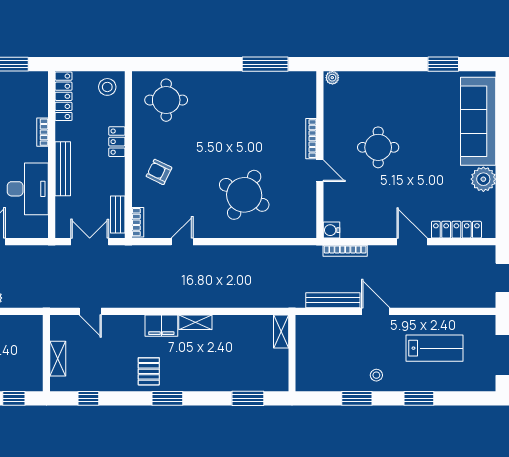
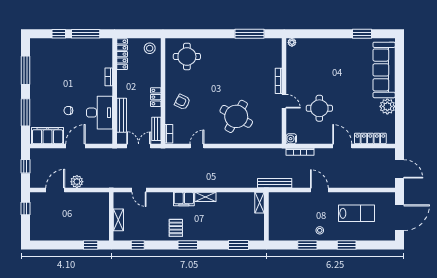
locker: (117, 142) -> (156, 97), moved
round table: (378, 147) -> (319, 108), moved
bench: (63, 169) -> (122, 115), moved
bench: (333, 300) -> (275, 183), moved

